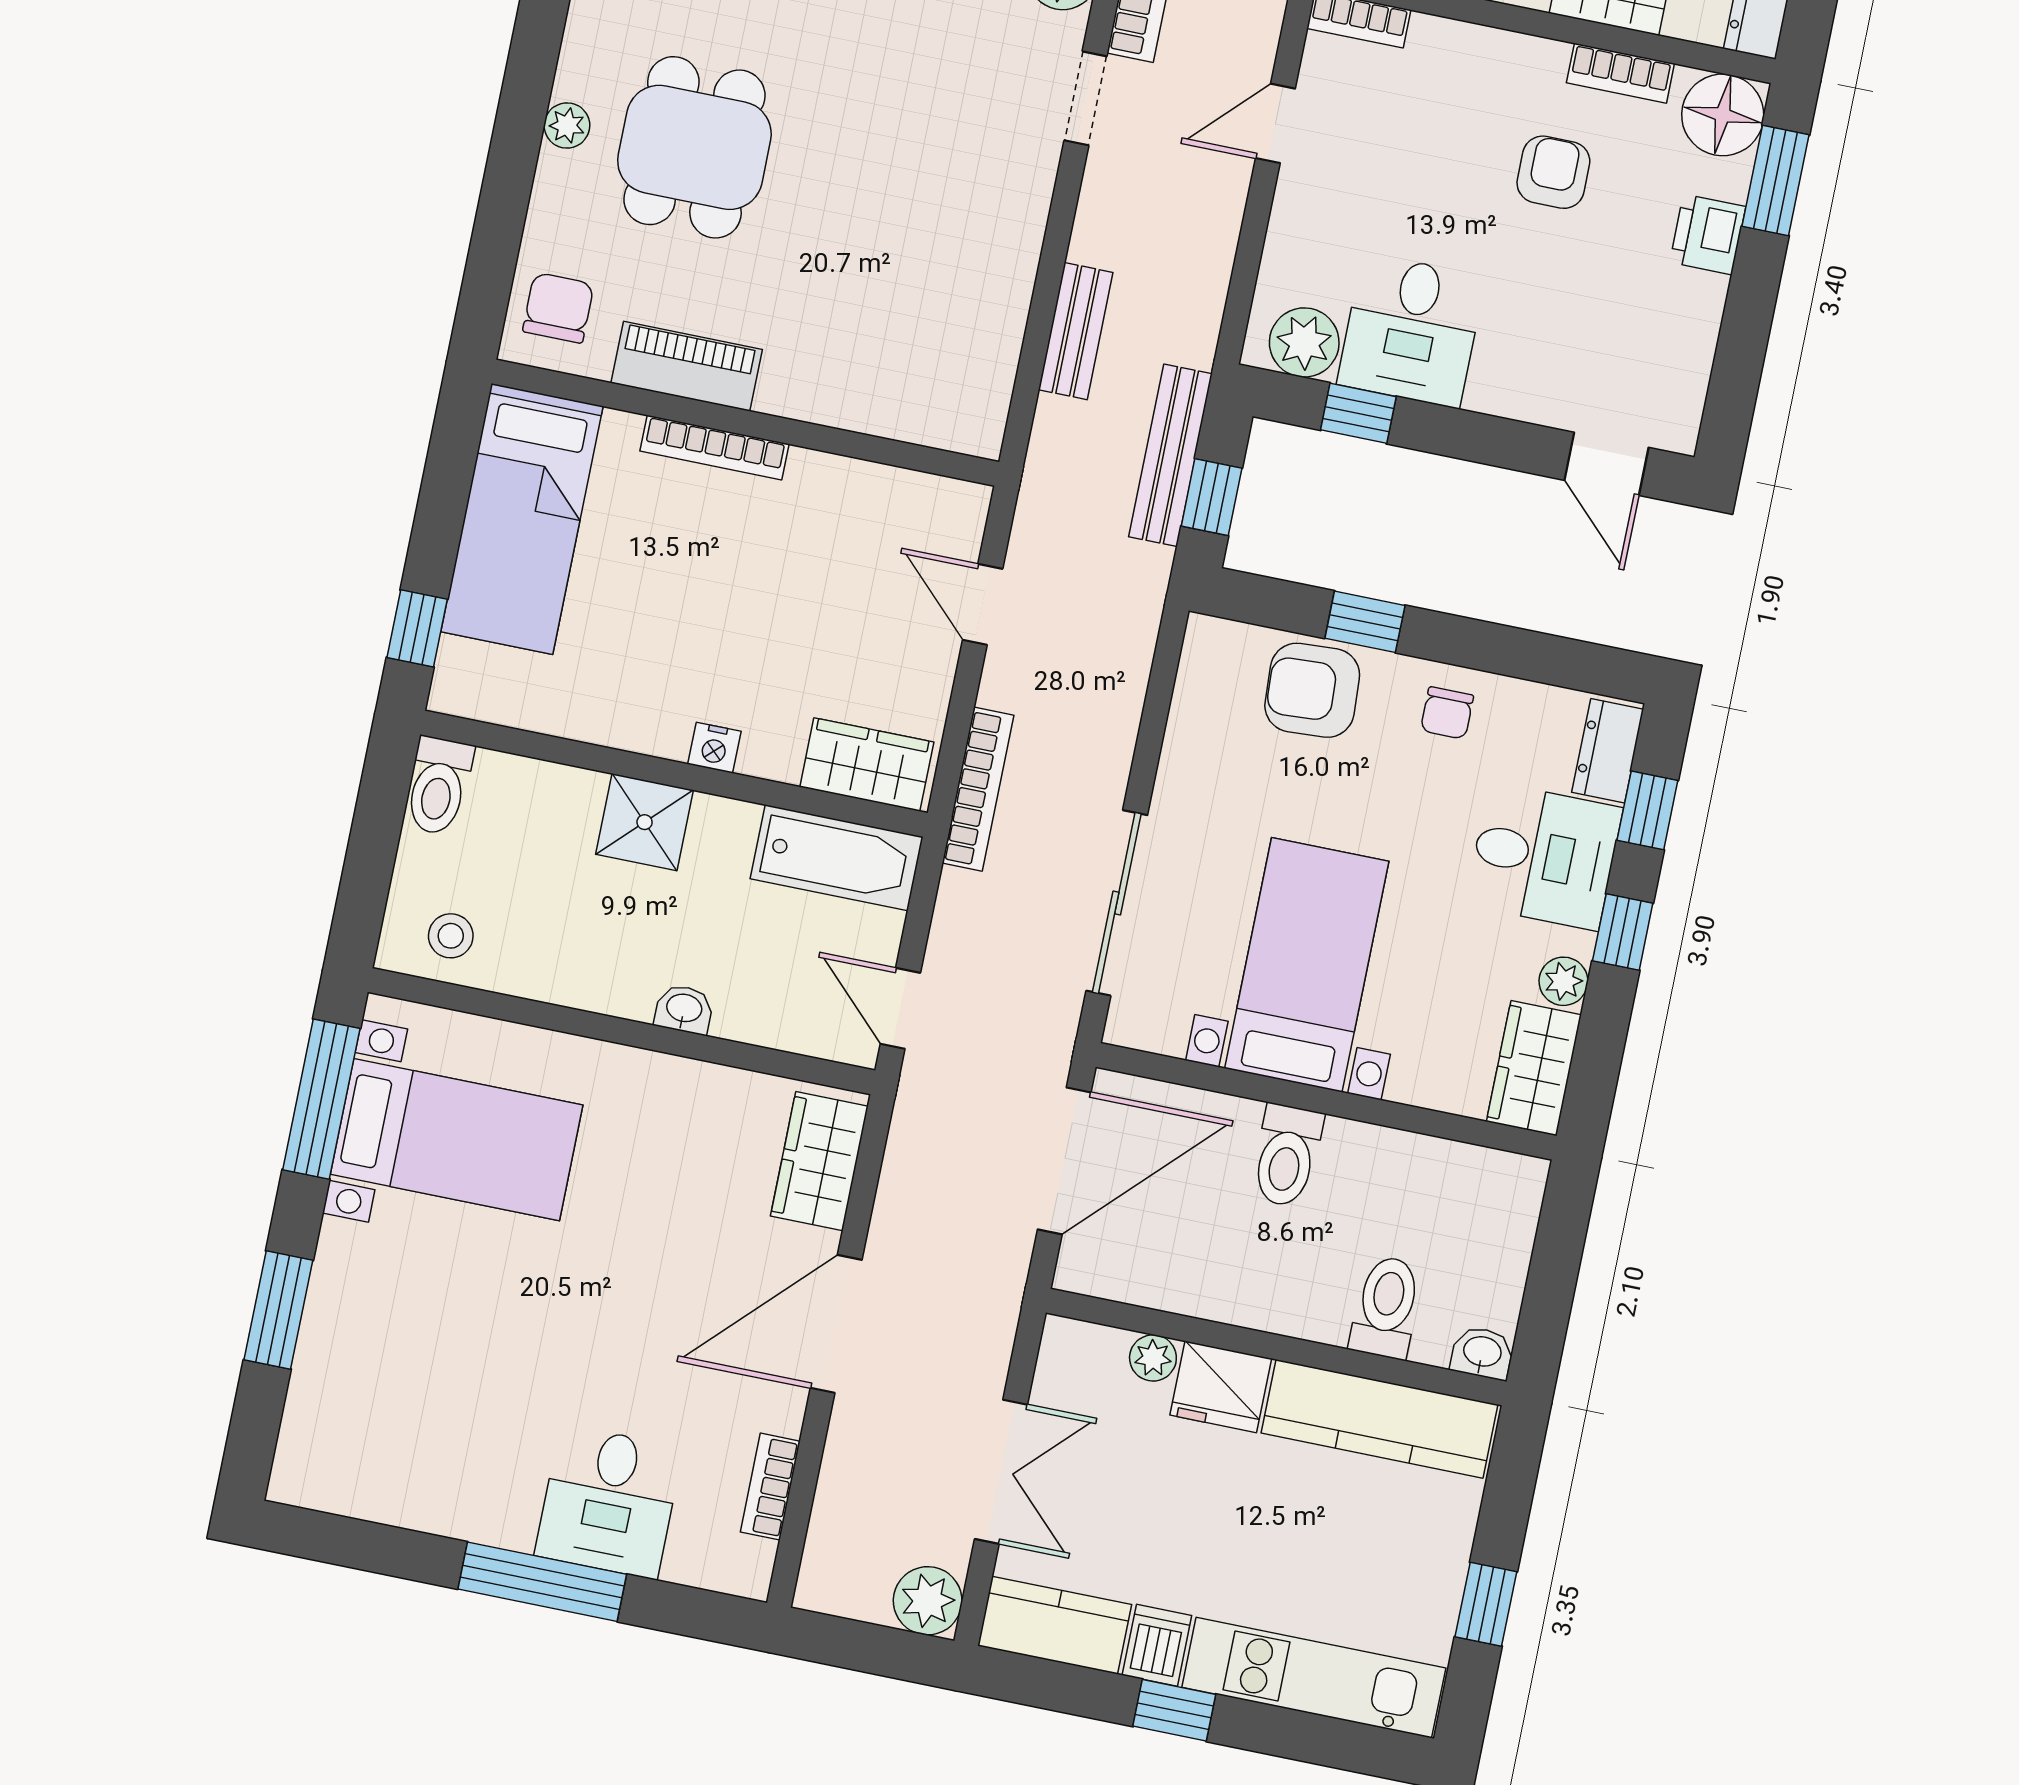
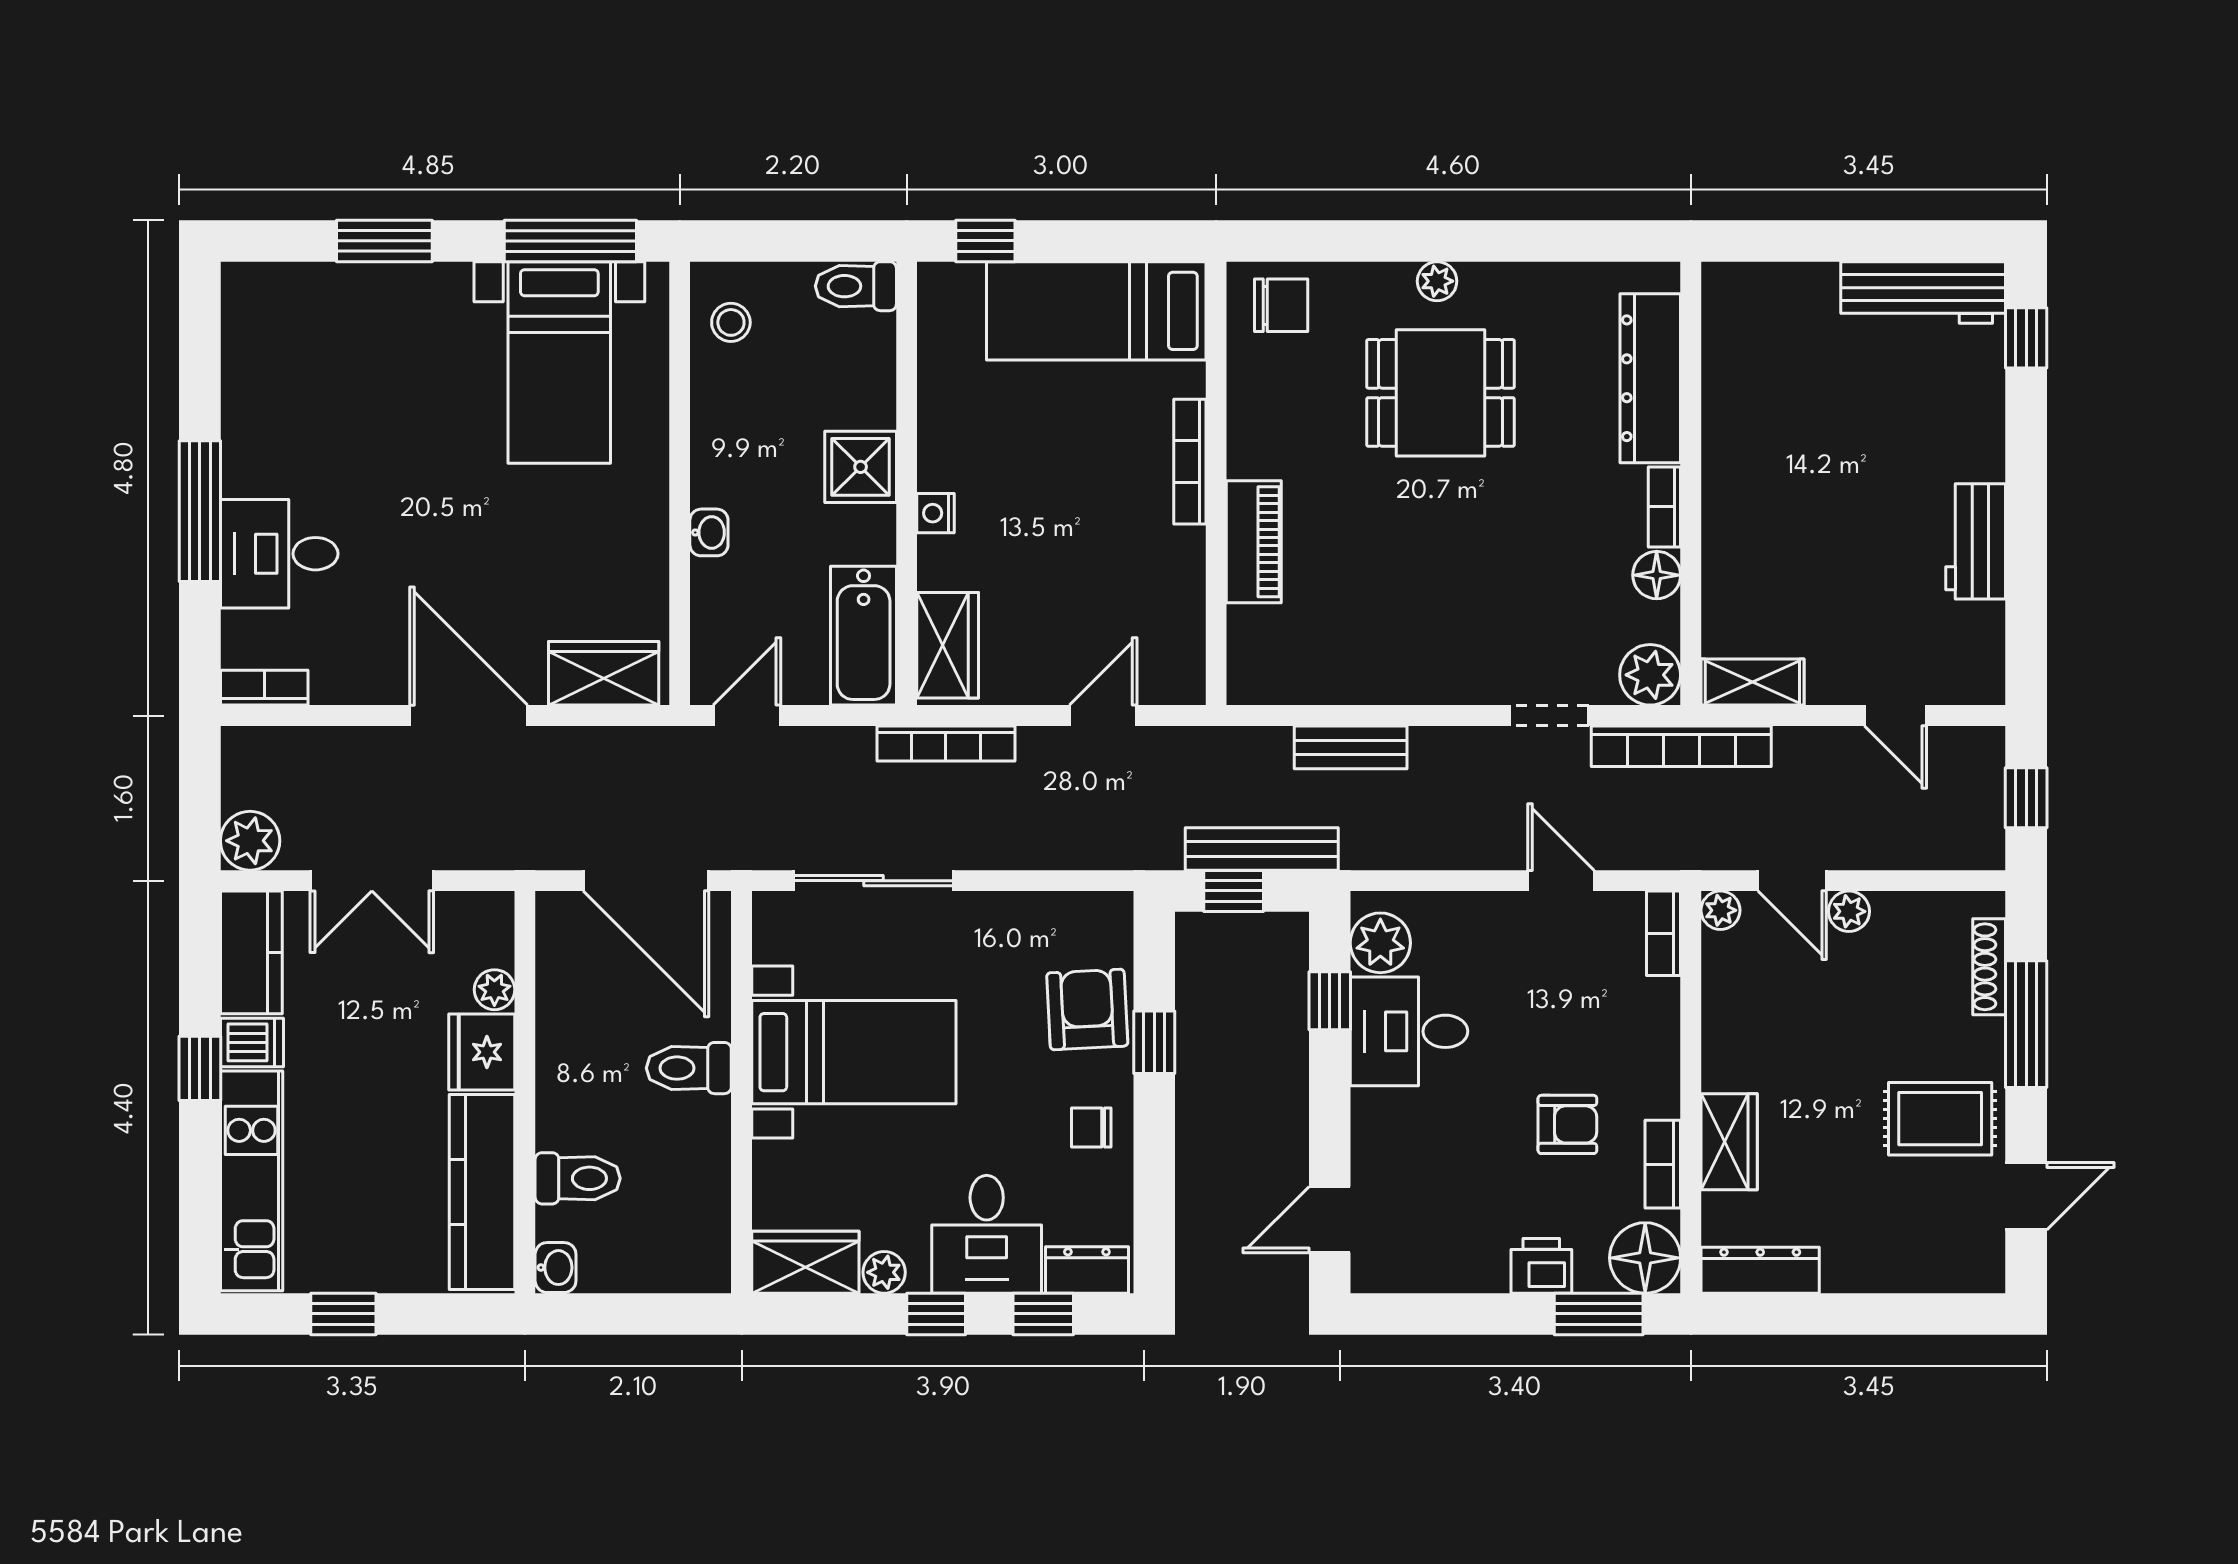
piano: (687, 366) -> (1254, 542), moved
bookcase: (770, 1487) -> (264, 688), moved

